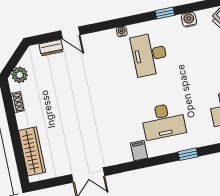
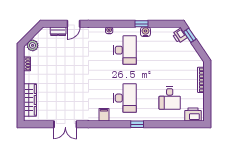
water cooler: (189, 20) -> (145, 32), moved
door: (70, 33) -> (74, 24), hinge flipped
desk: (149, 54) -> (125, 50), turned 180
desk: (163, 121) -> (125, 98), turned -90

